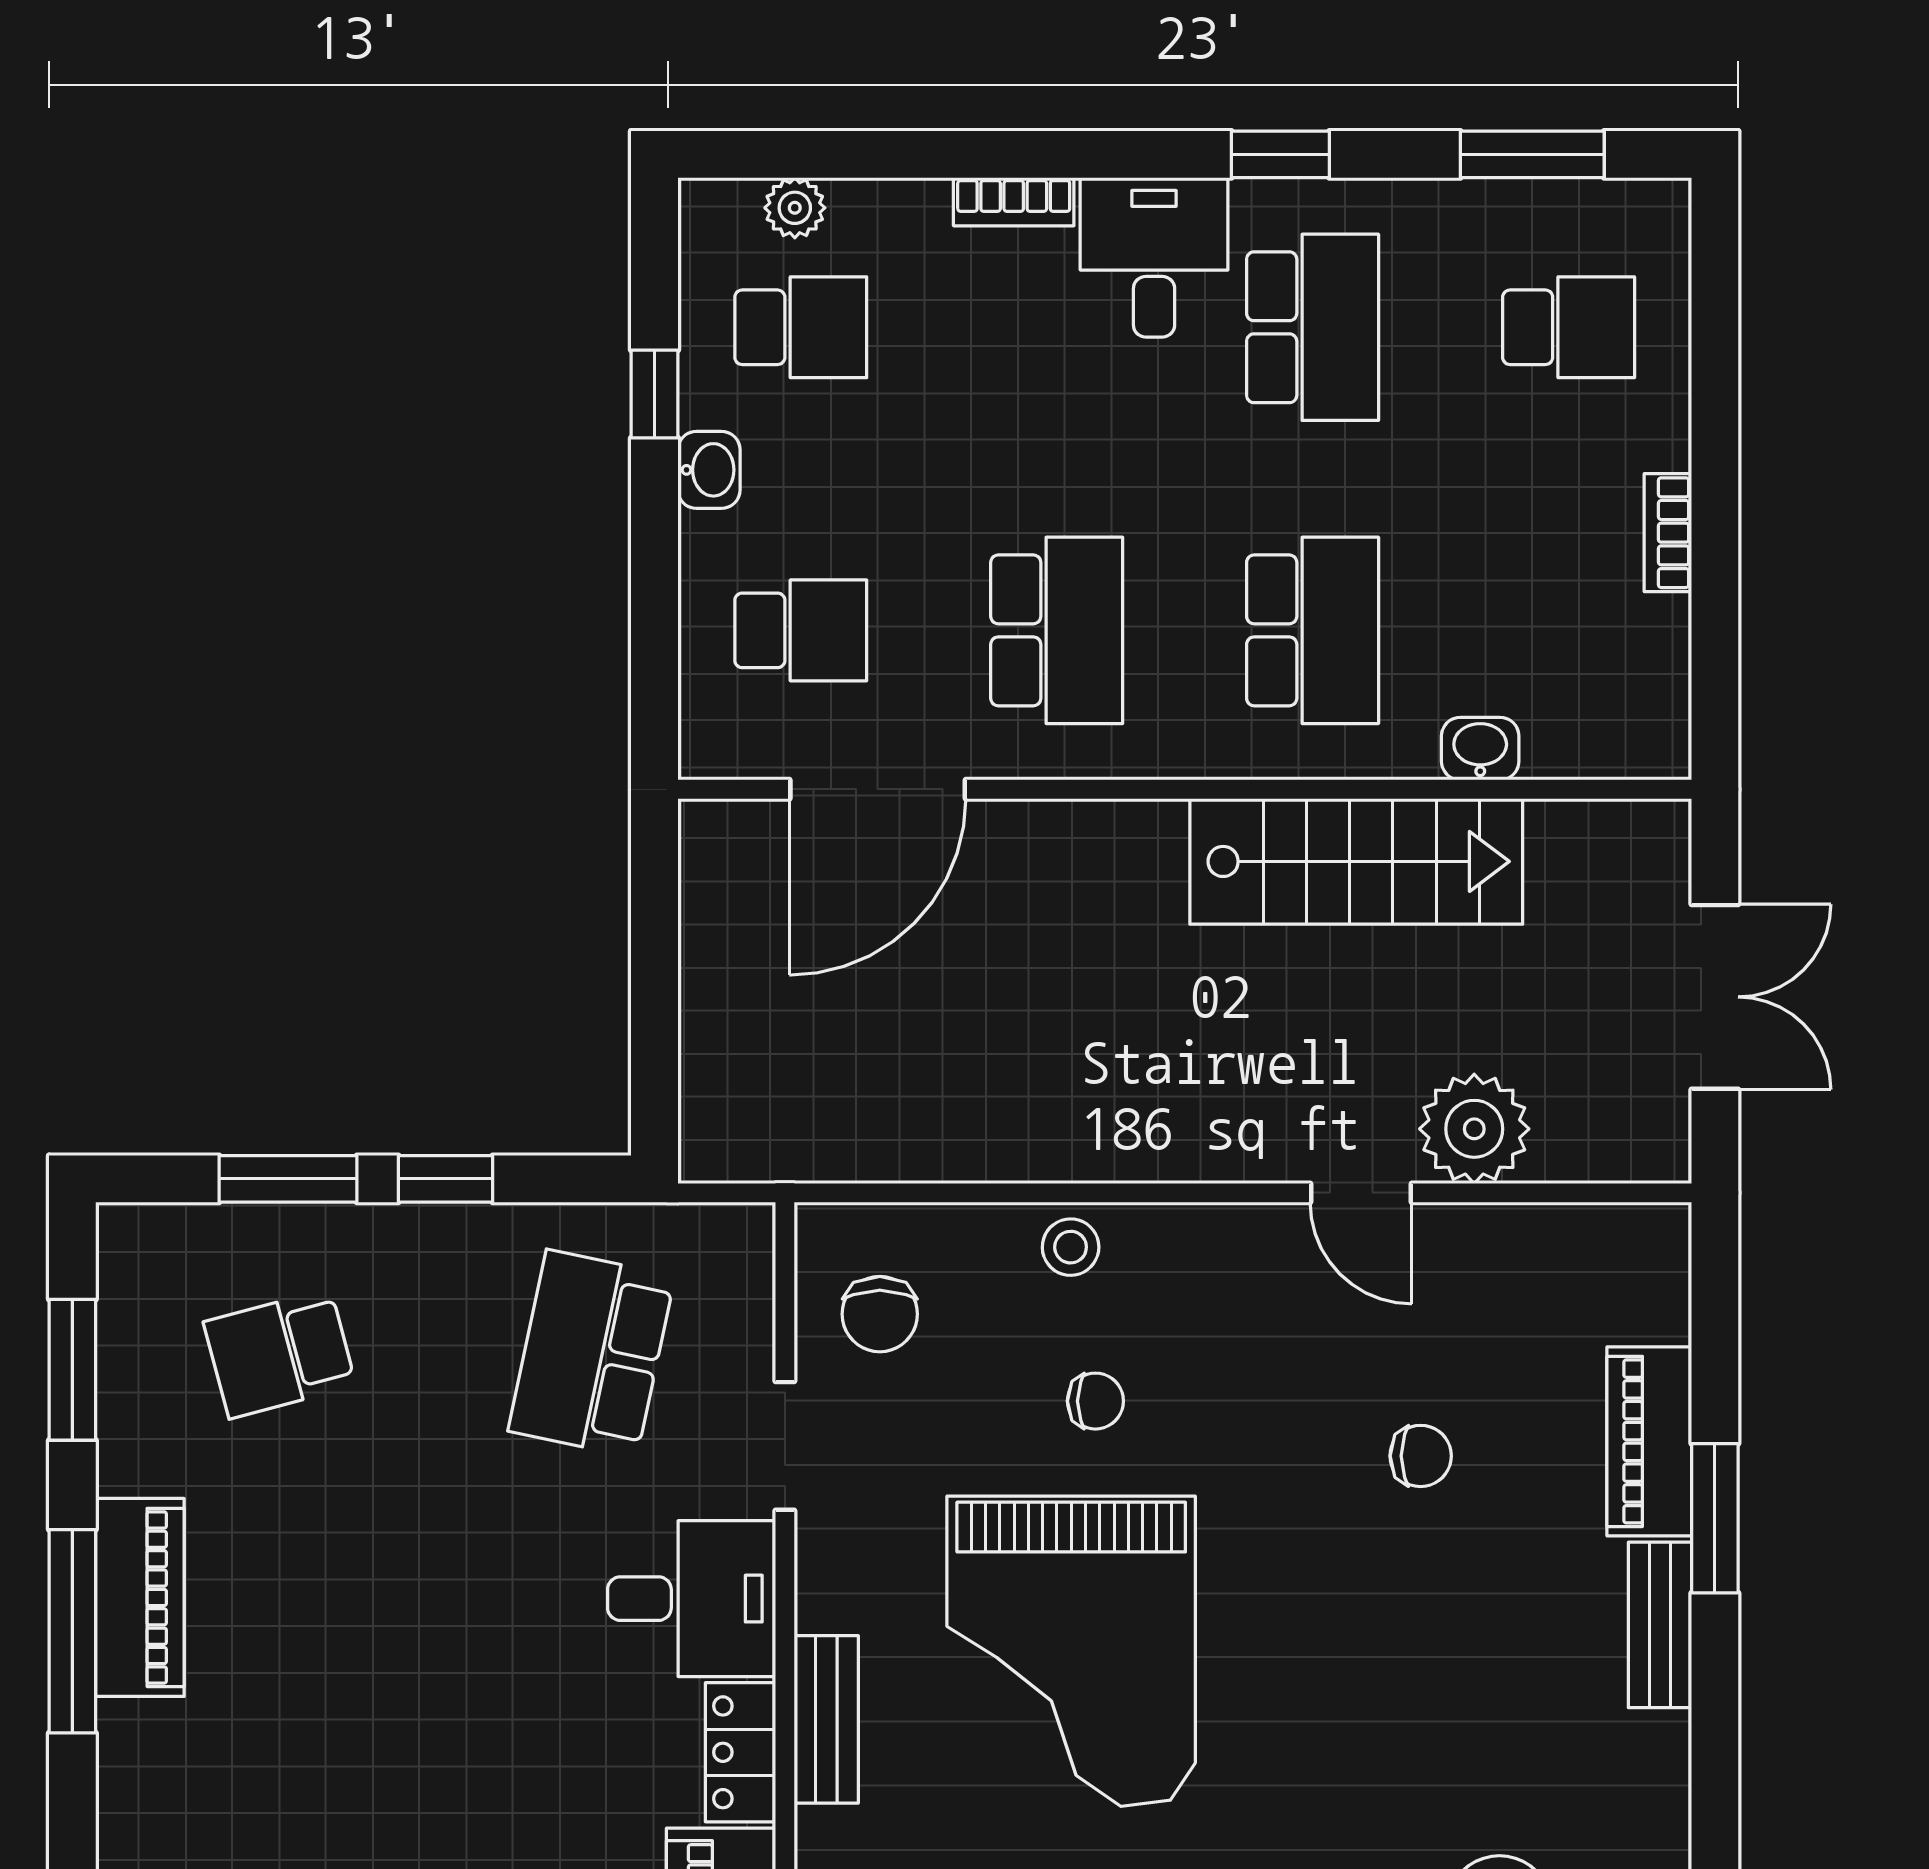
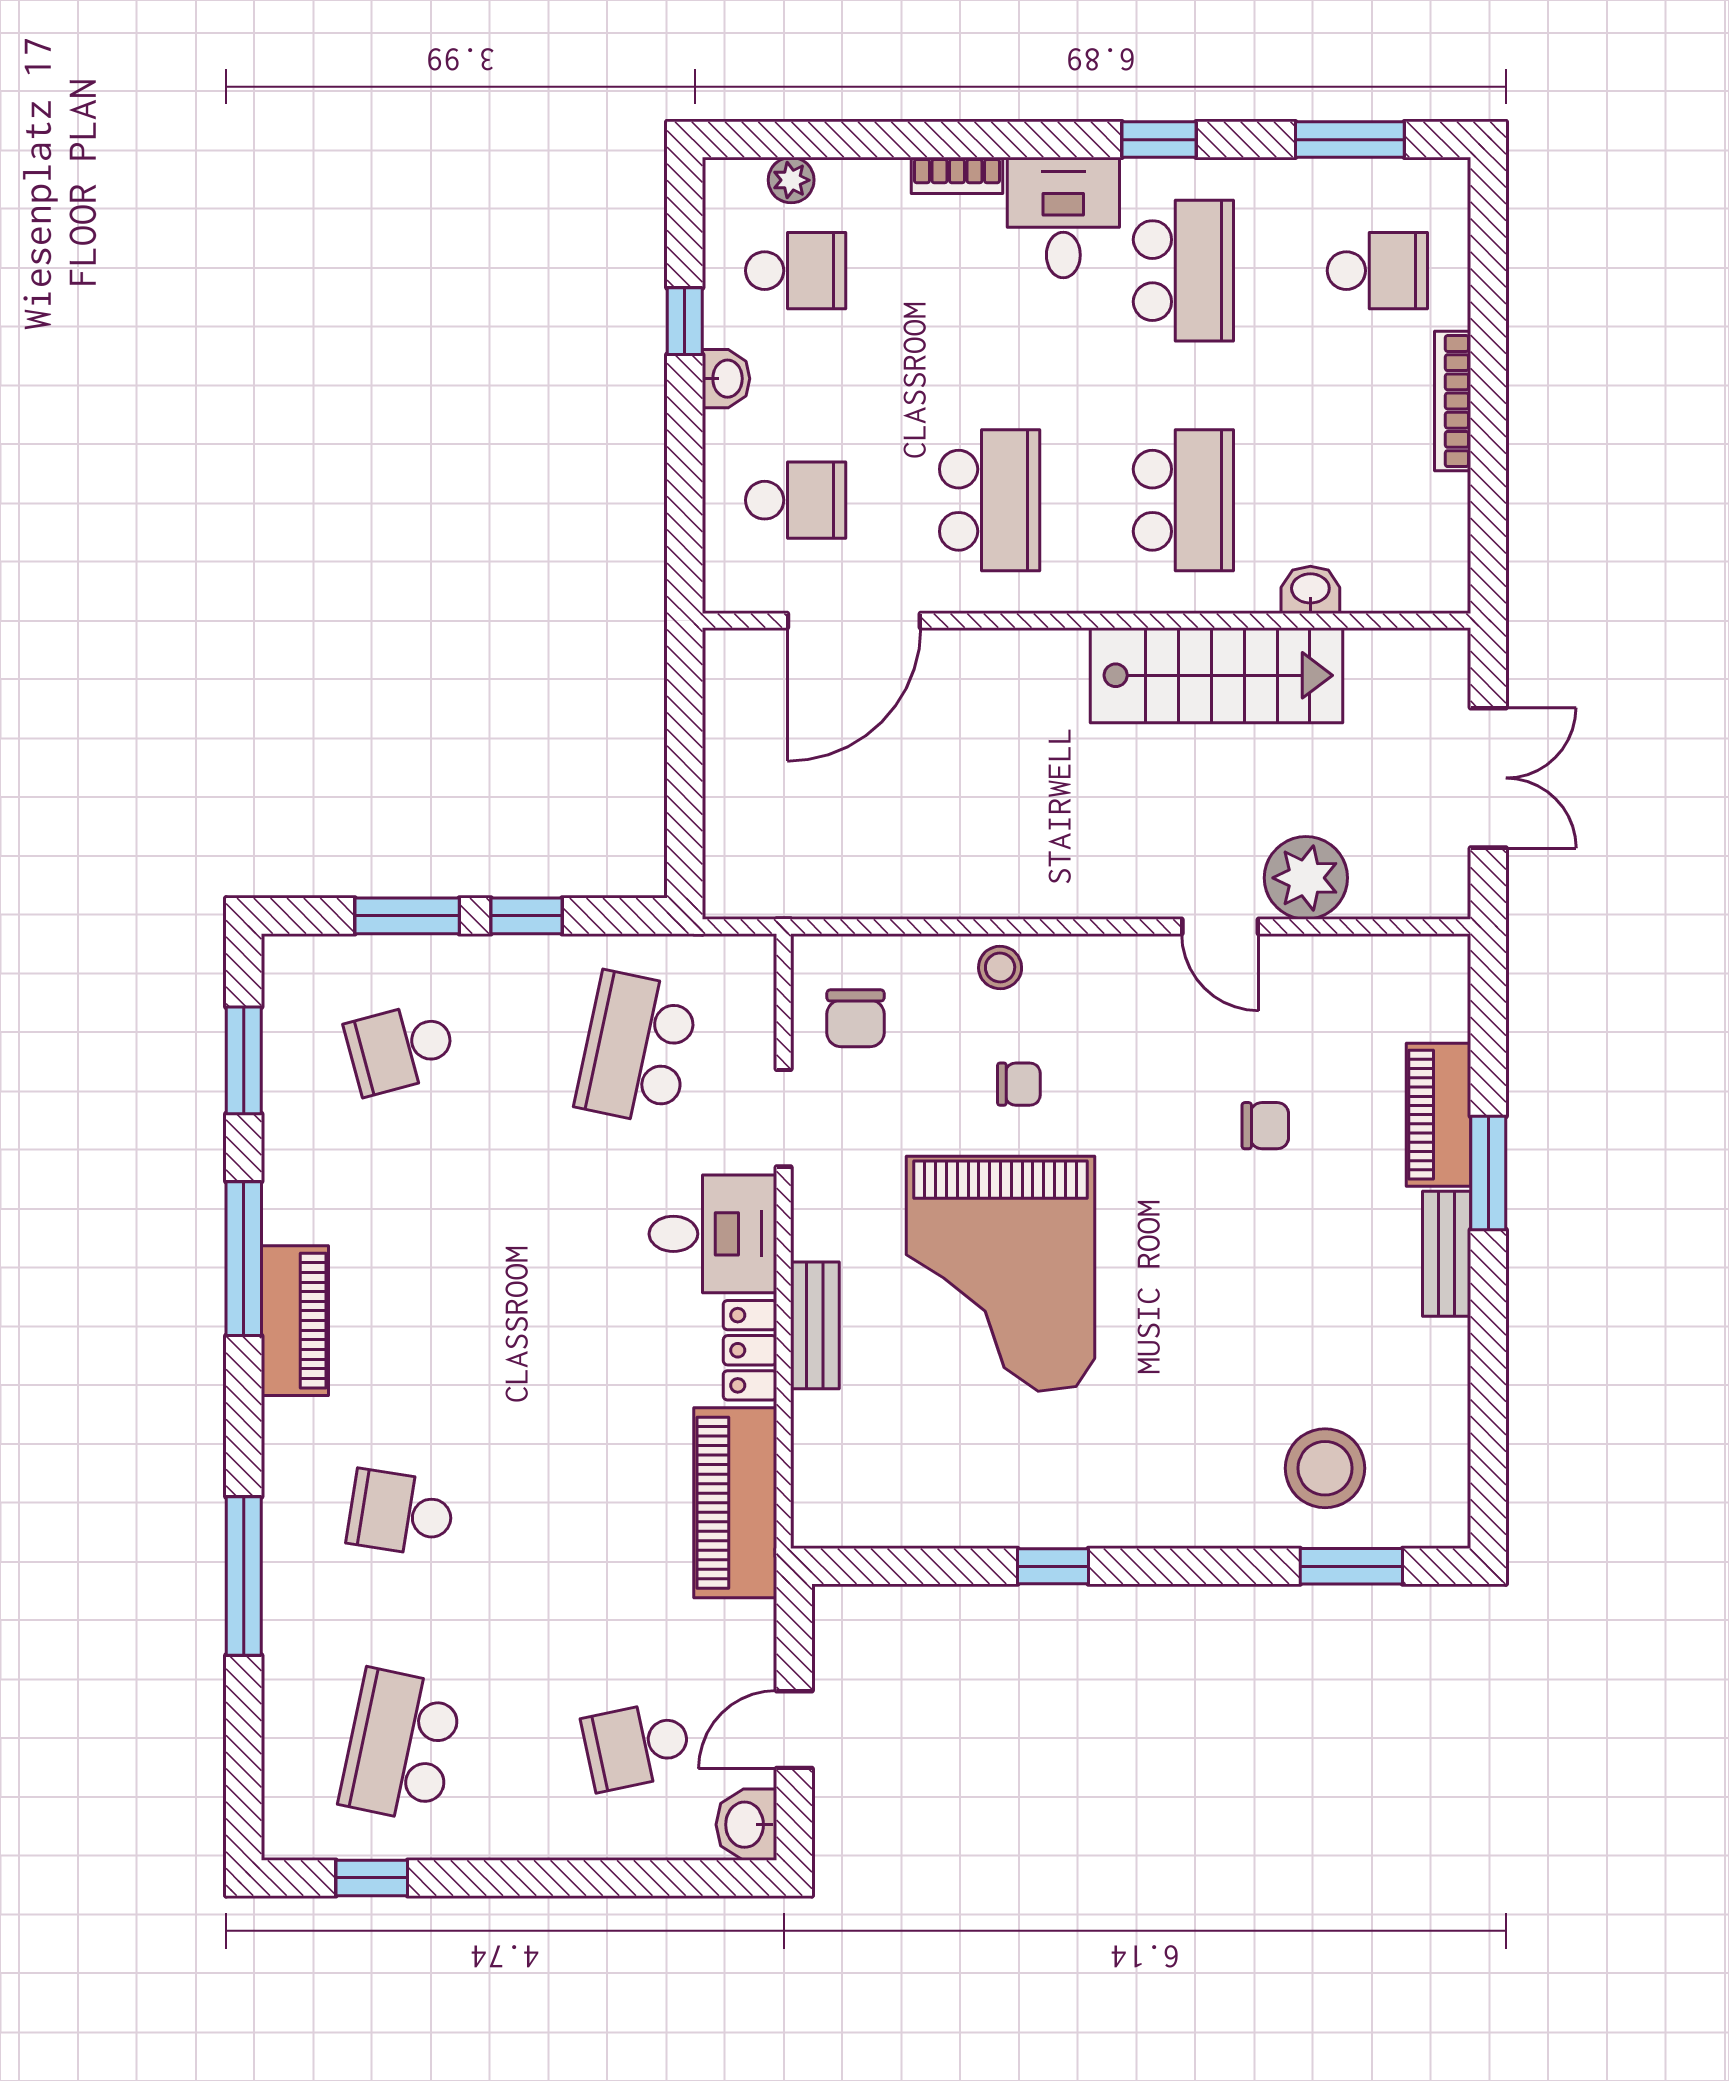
bookcase: (1668, 533) -> (1453, 401), width x1.56
piano: (140, 1597) -> (295, 1321), moved

